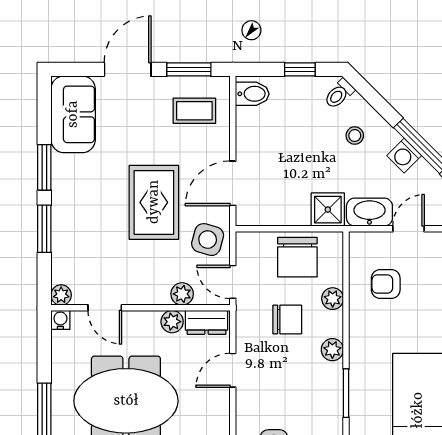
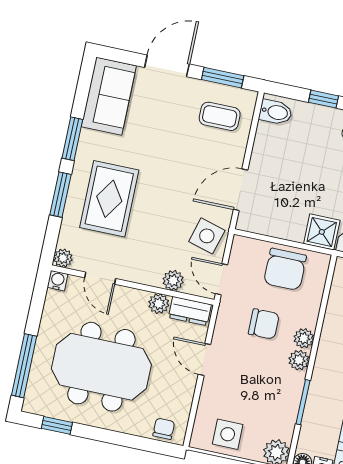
rug: (154, 202) -> (109, 199), moved
plant: (333, 299) -> (304, 338), moved
door: (233, 370) -> (204, 360), hinge flipped

